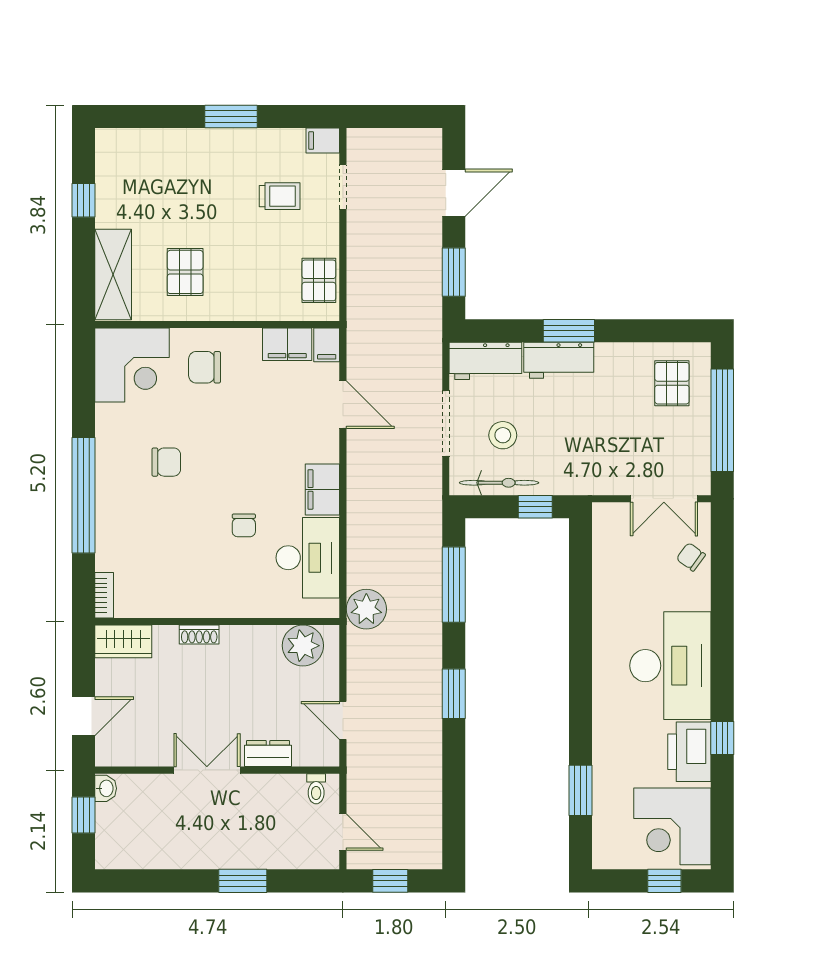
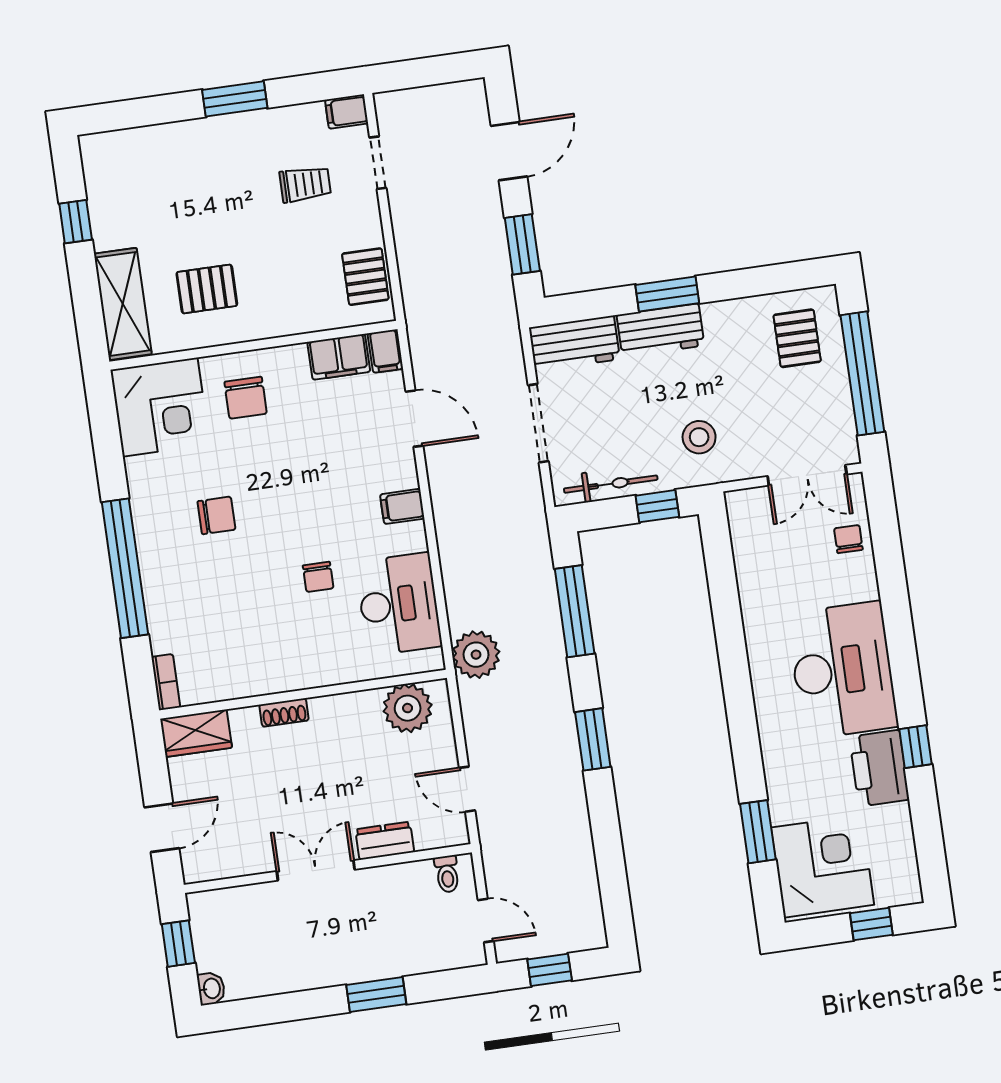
pallet: (185, 272) -> (207, 289), turned 90
chair: (205, 367) -> (246, 398), turned -90
stool: (503, 435) -> (699, 437), moved
filing cabinet: (322, 489) -> (402, 506), width x0.50
chair: (691, 557) -> (848, 539), turned 54
washbasin: (106, 788) -> (211, 989), moved
corner desk: (672, 826) -> (823, 866), moved, turned 180

